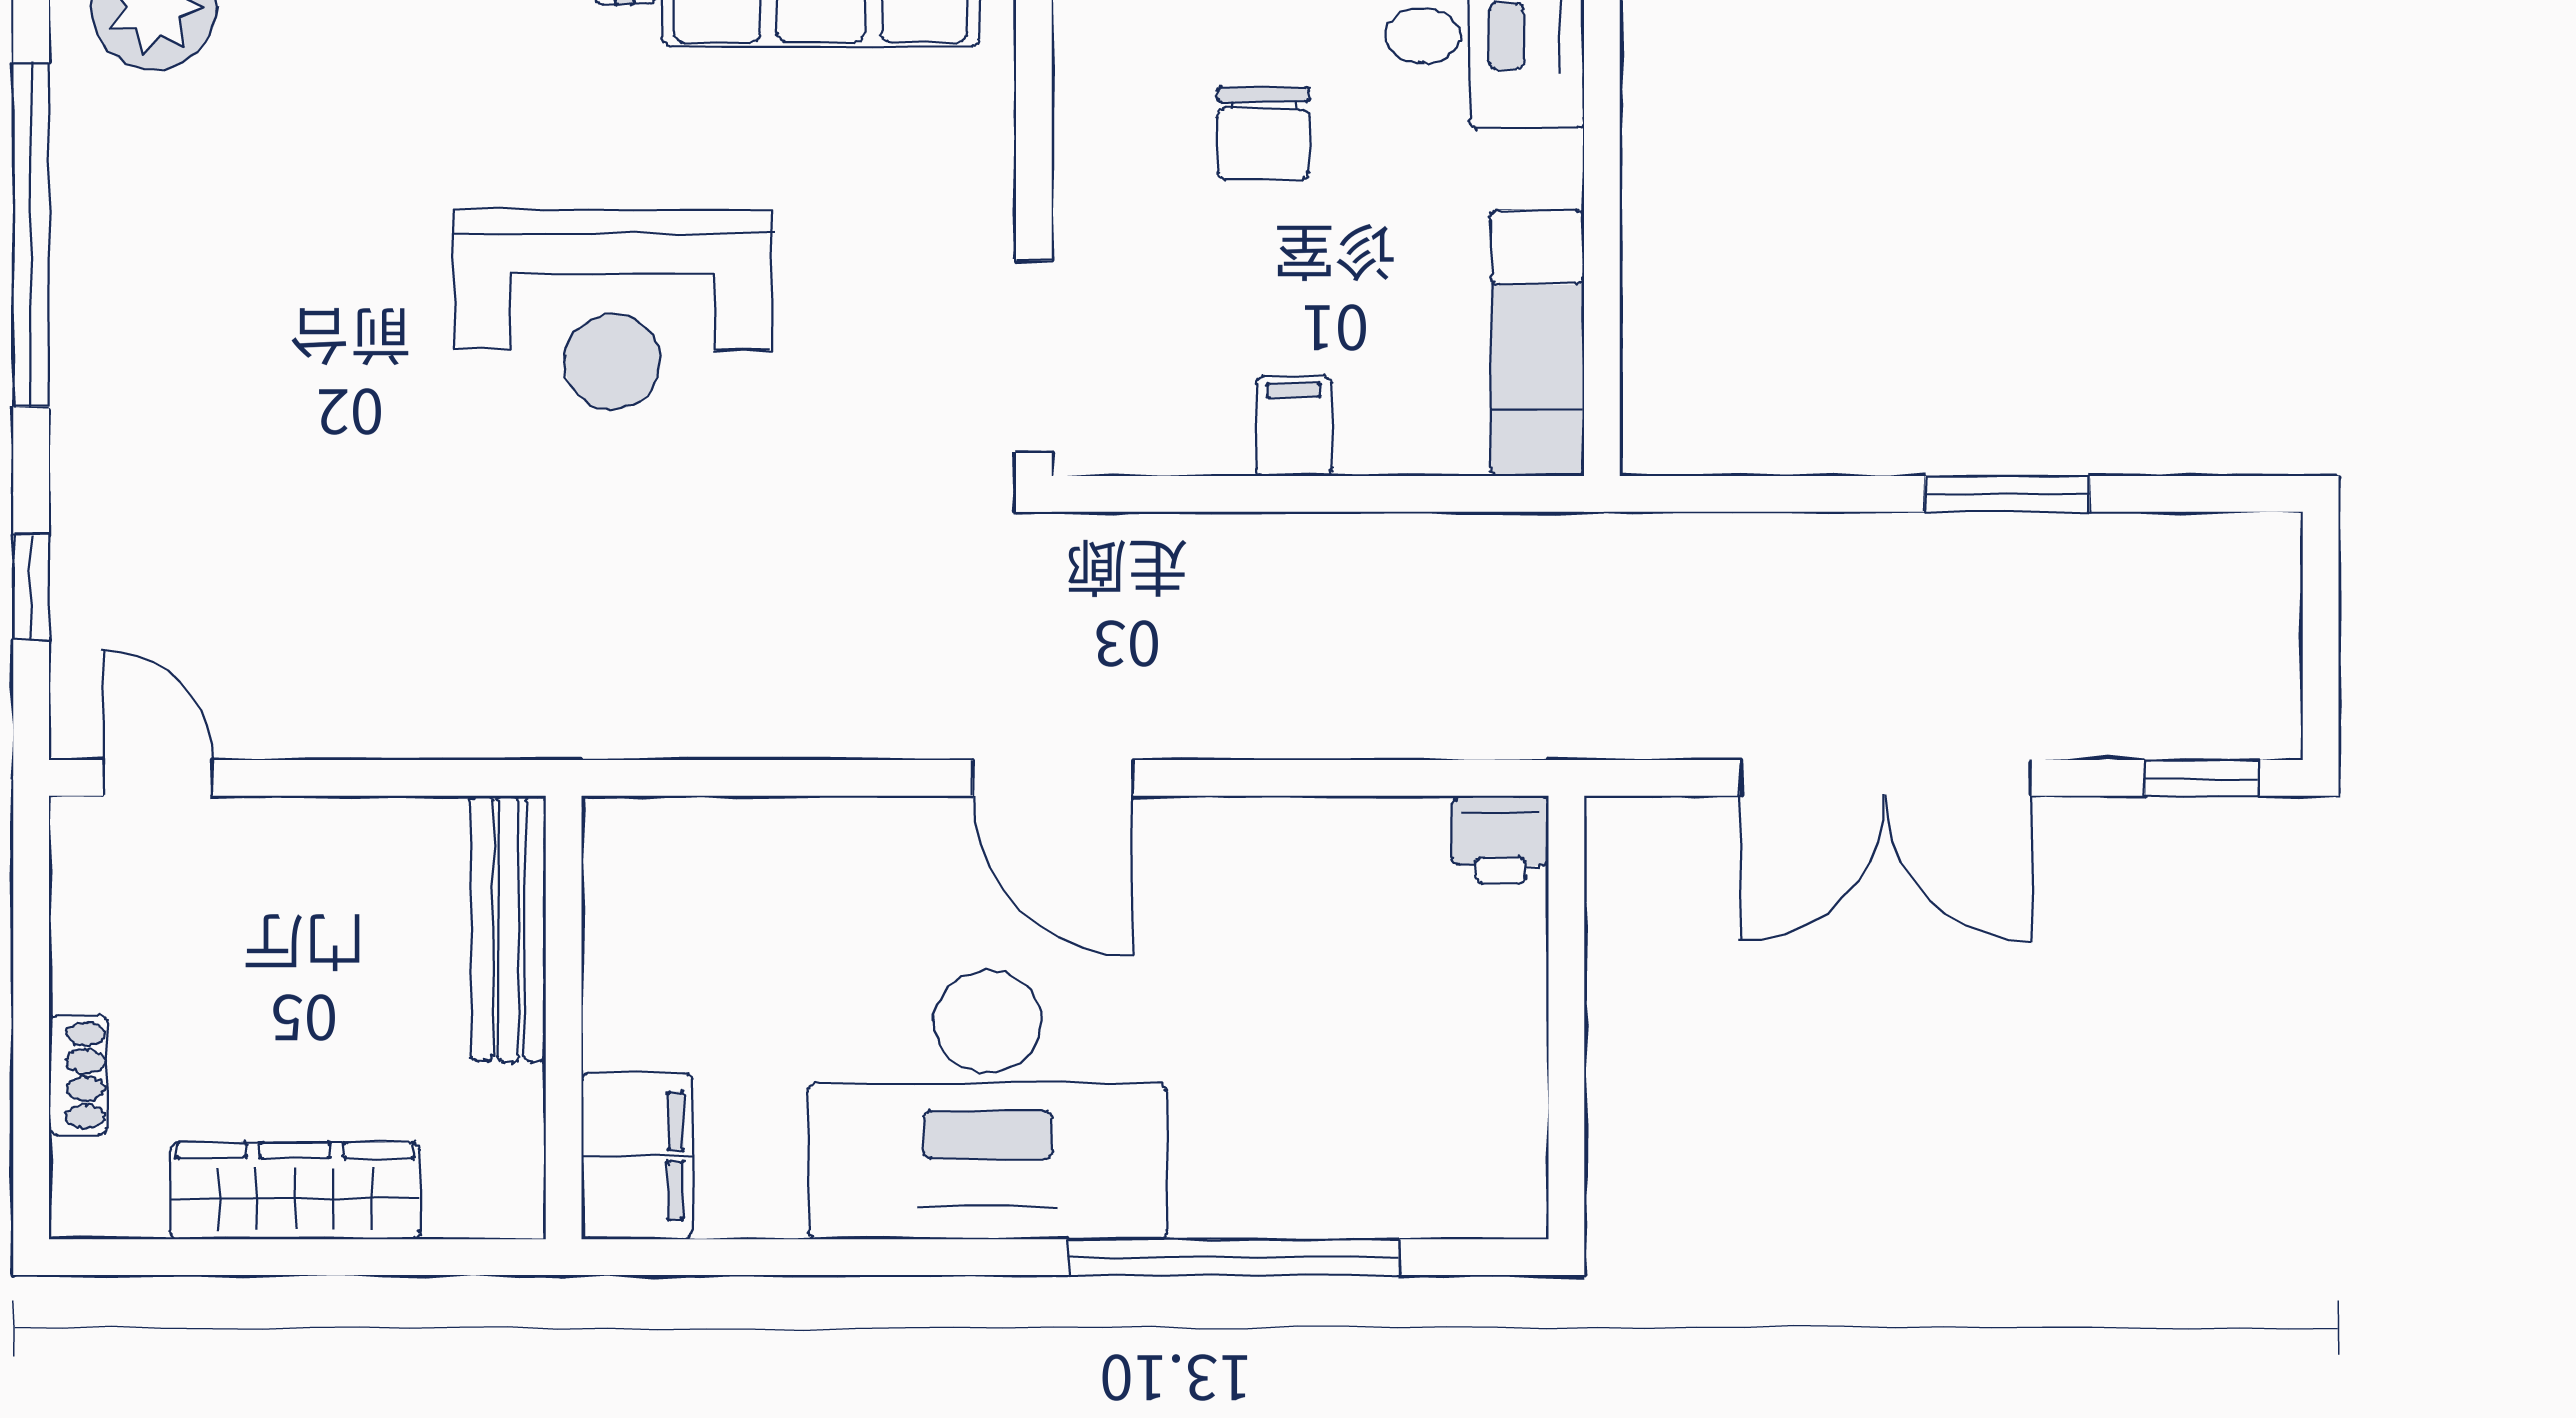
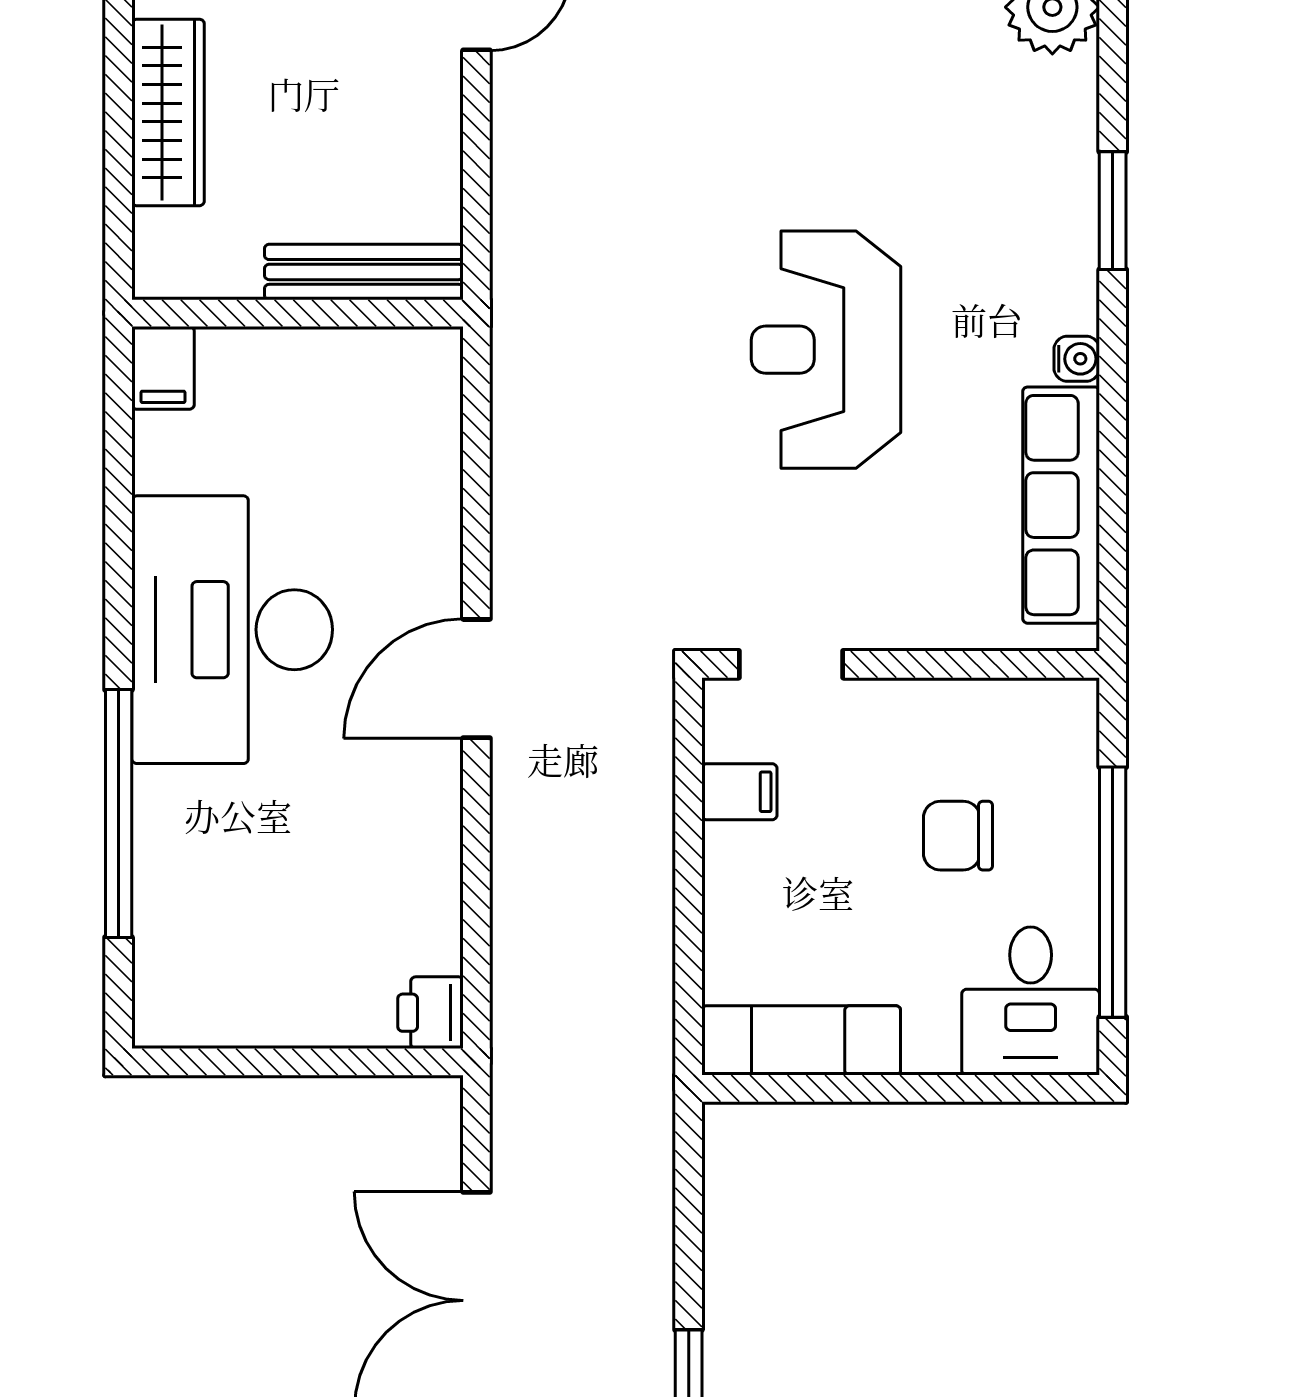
doorway: (1034, 357) -> (791, 664), width x0.73
filing cabinet: (1294, 426) -> (739, 792), moved
filing cabinet: (637, 1156) -> (163, 368), width x0.50

